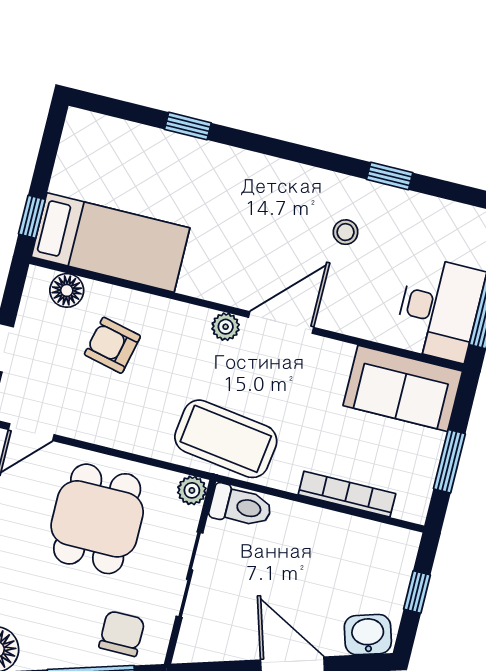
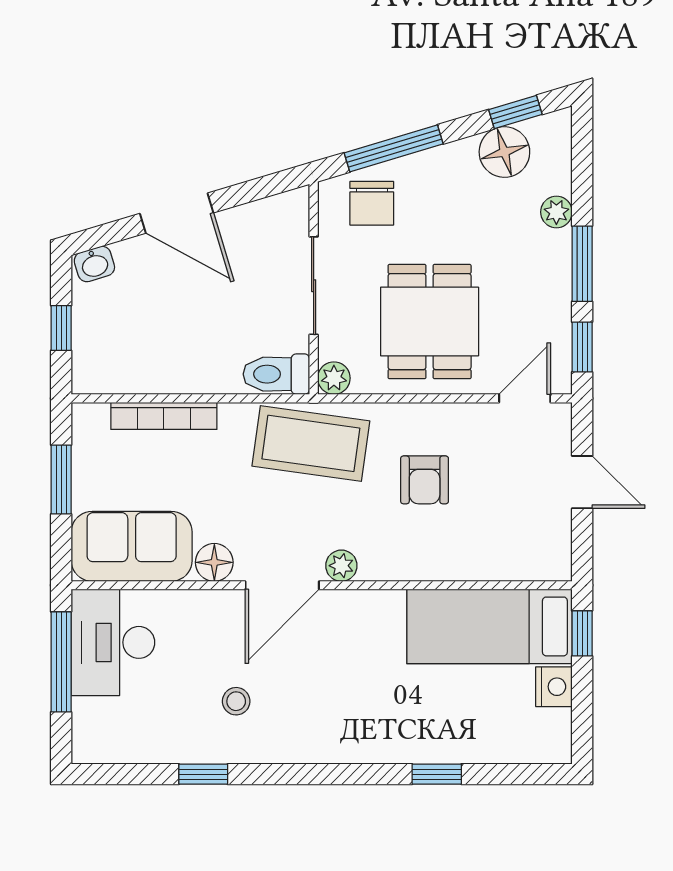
nightstand: (68, 177) -> (554, 687), added
floor lamp: (67, 290) -> (214, 562), moved
armchair: (112, 345) -> (425, 480), moved, turned 77
washbasin: (368, 635) -> (94, 264), width x0.72, depth x0.69

